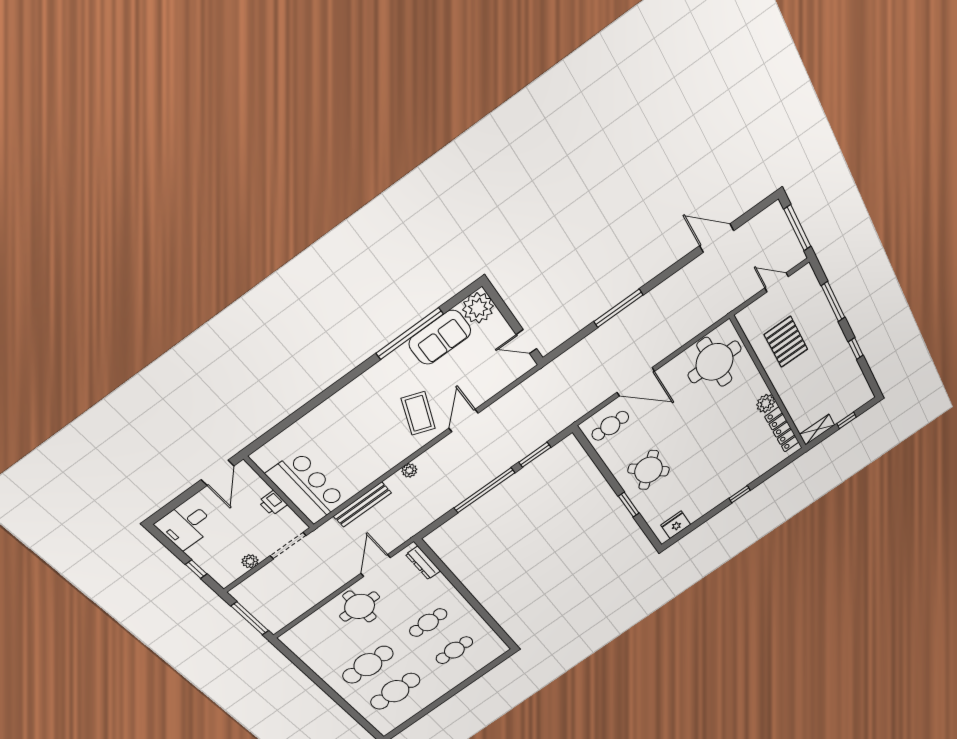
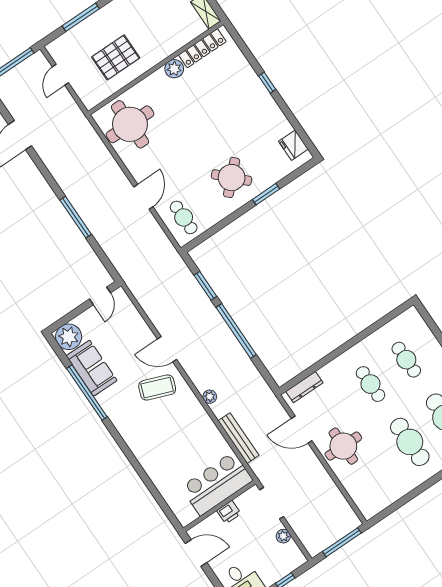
door: (636, 382) -> (143, 197), width x0.73

